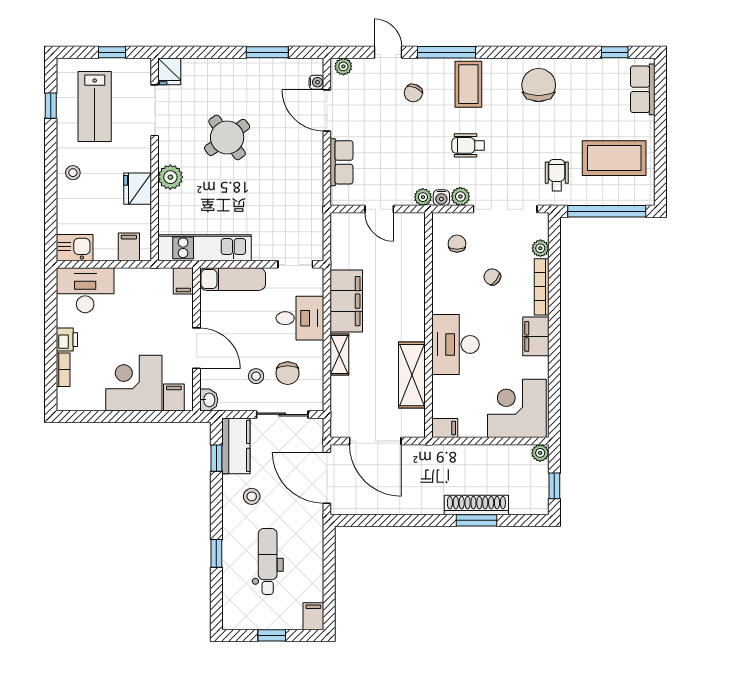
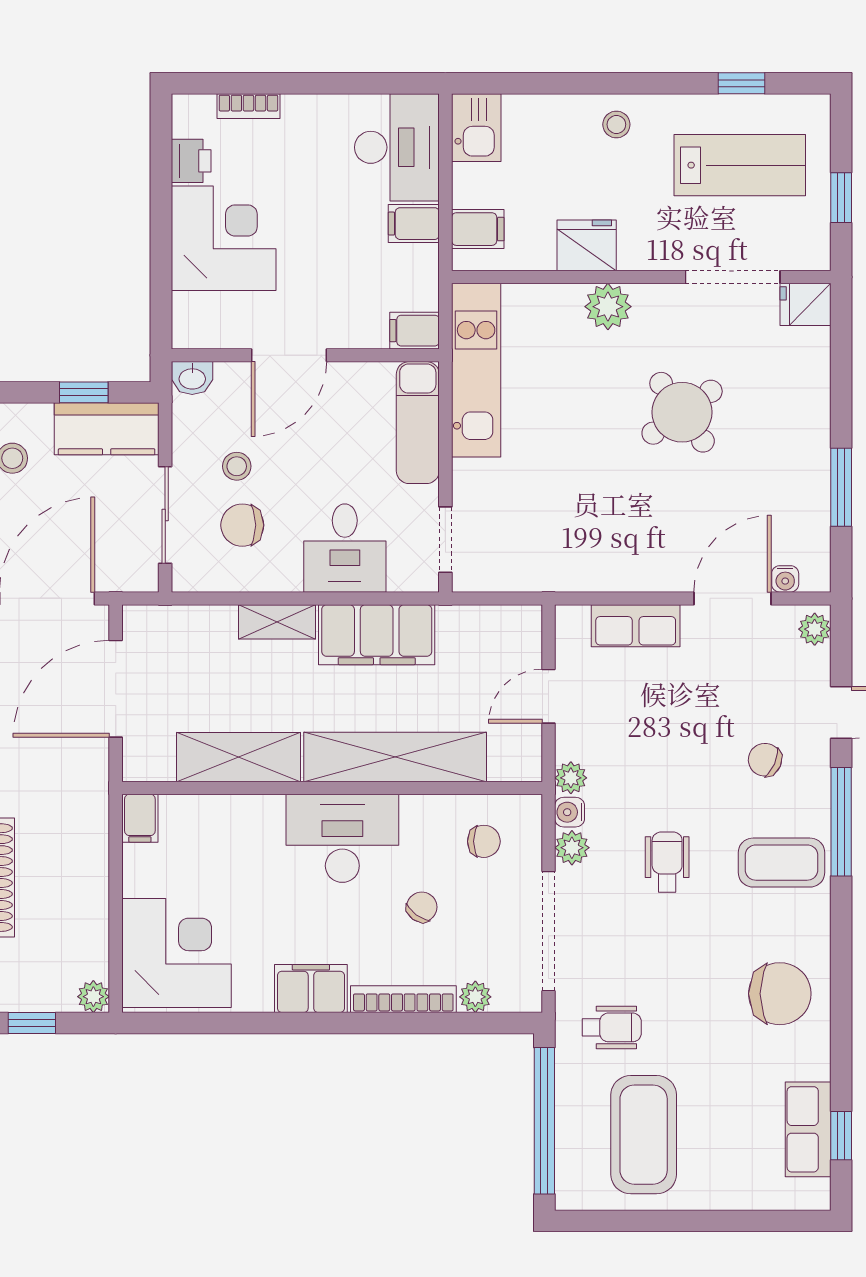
row of seats: (643, 89) -> (808, 1129), moved, turned -90
lab bench: (95, 107) -> (740, 165), turned 180
shelving: (412, 291) -> (395, 757), added
printer: (67, 340) -> (191, 161), moved, turned -90
desk: (455, 344) -> (342, 838), moved
filing cabinet: (174, 397) -> (414, 224), moved, turned 180

